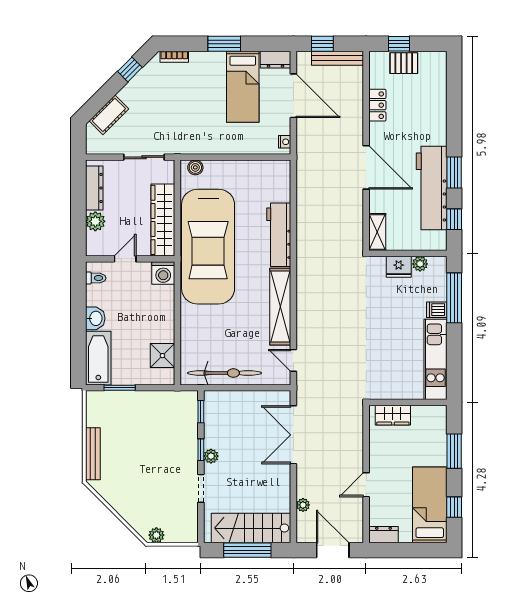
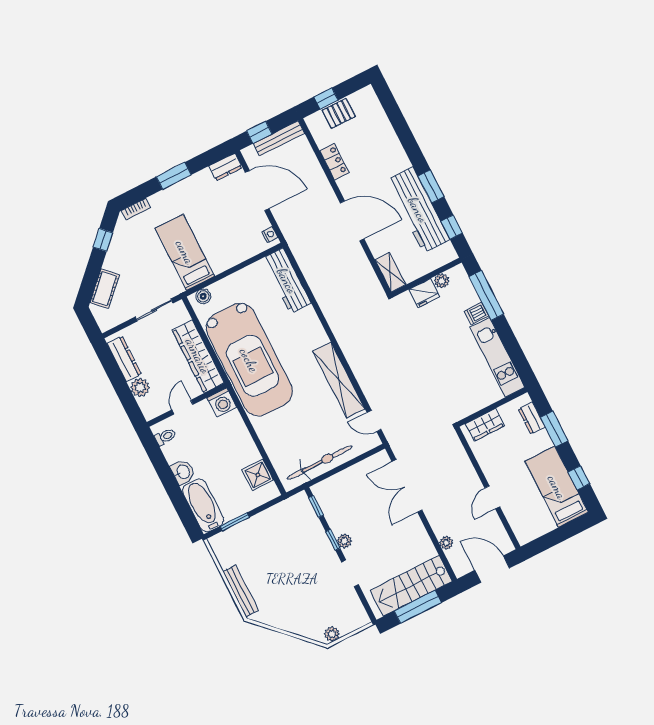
bed: (243, 87) -> (185, 252), moved, turned 180
workbench: (279, 235) -> (287, 281), moved
dresser: (383, 535) -> (532, 418), moved, turned -90

